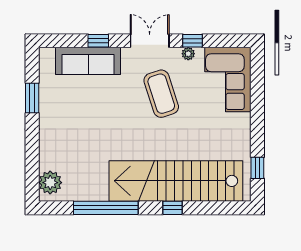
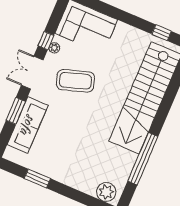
window: (98, 41) -> (16, 111), width x1.50
window: (173, 208) -> (164, 109), removed

